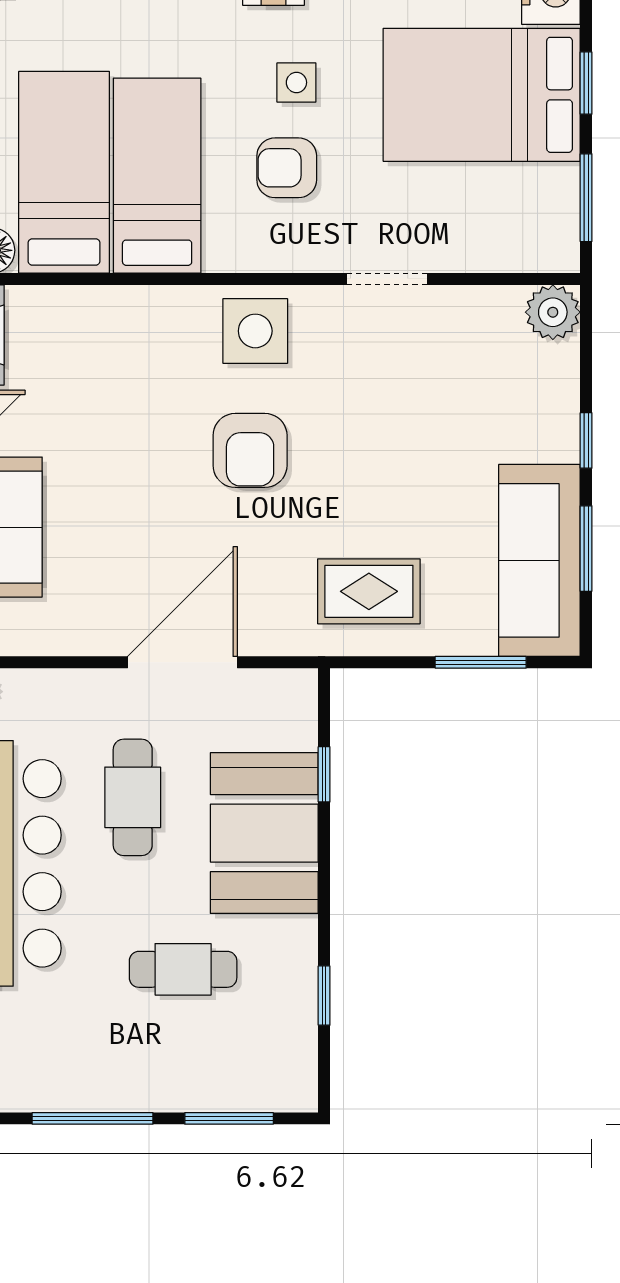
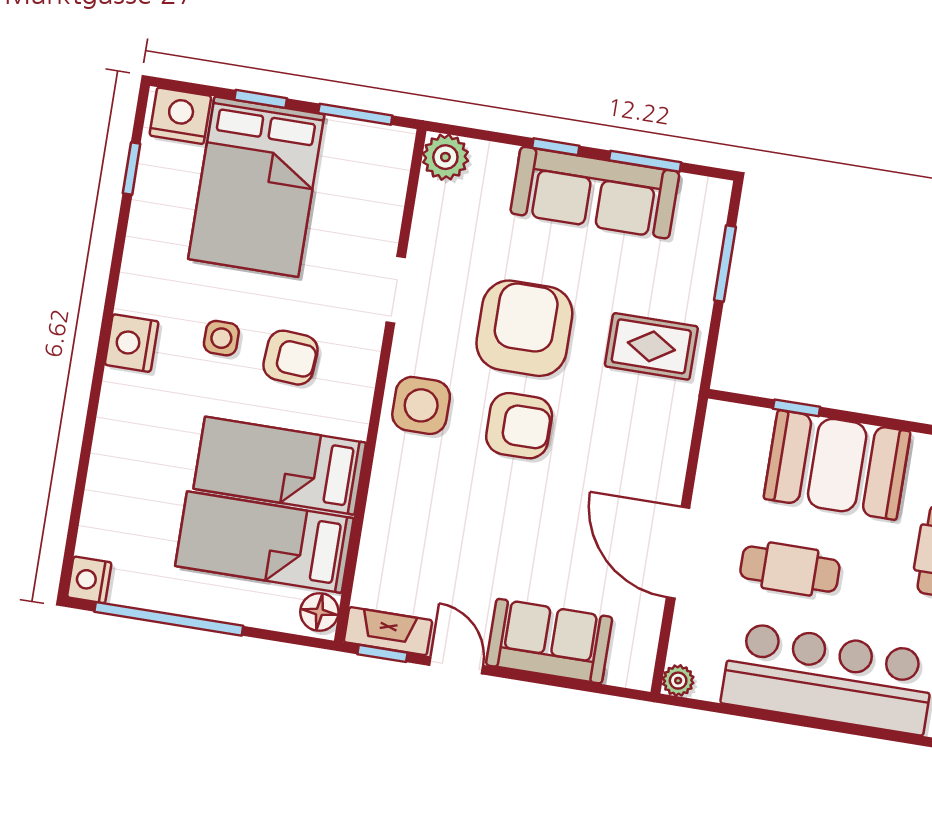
armchair: (287, 168) -> (291, 358), turned -86
armchair: (366, 438) -> (524, 328), added
sofa: (539, 560) -> (595, 193), moved
rug: (369, 591) -> (651, 346), turned 90
door: (183, 662) -> (678, 553), moved

